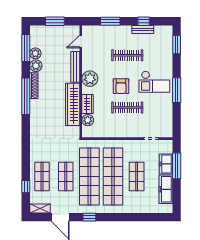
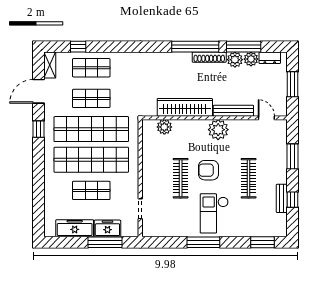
dresser: (34, 39) -> (270, 58), added
window: (26, 48) -> (244, 47), moved
wardrobe: (88, 104) -> (185, 127), removed

